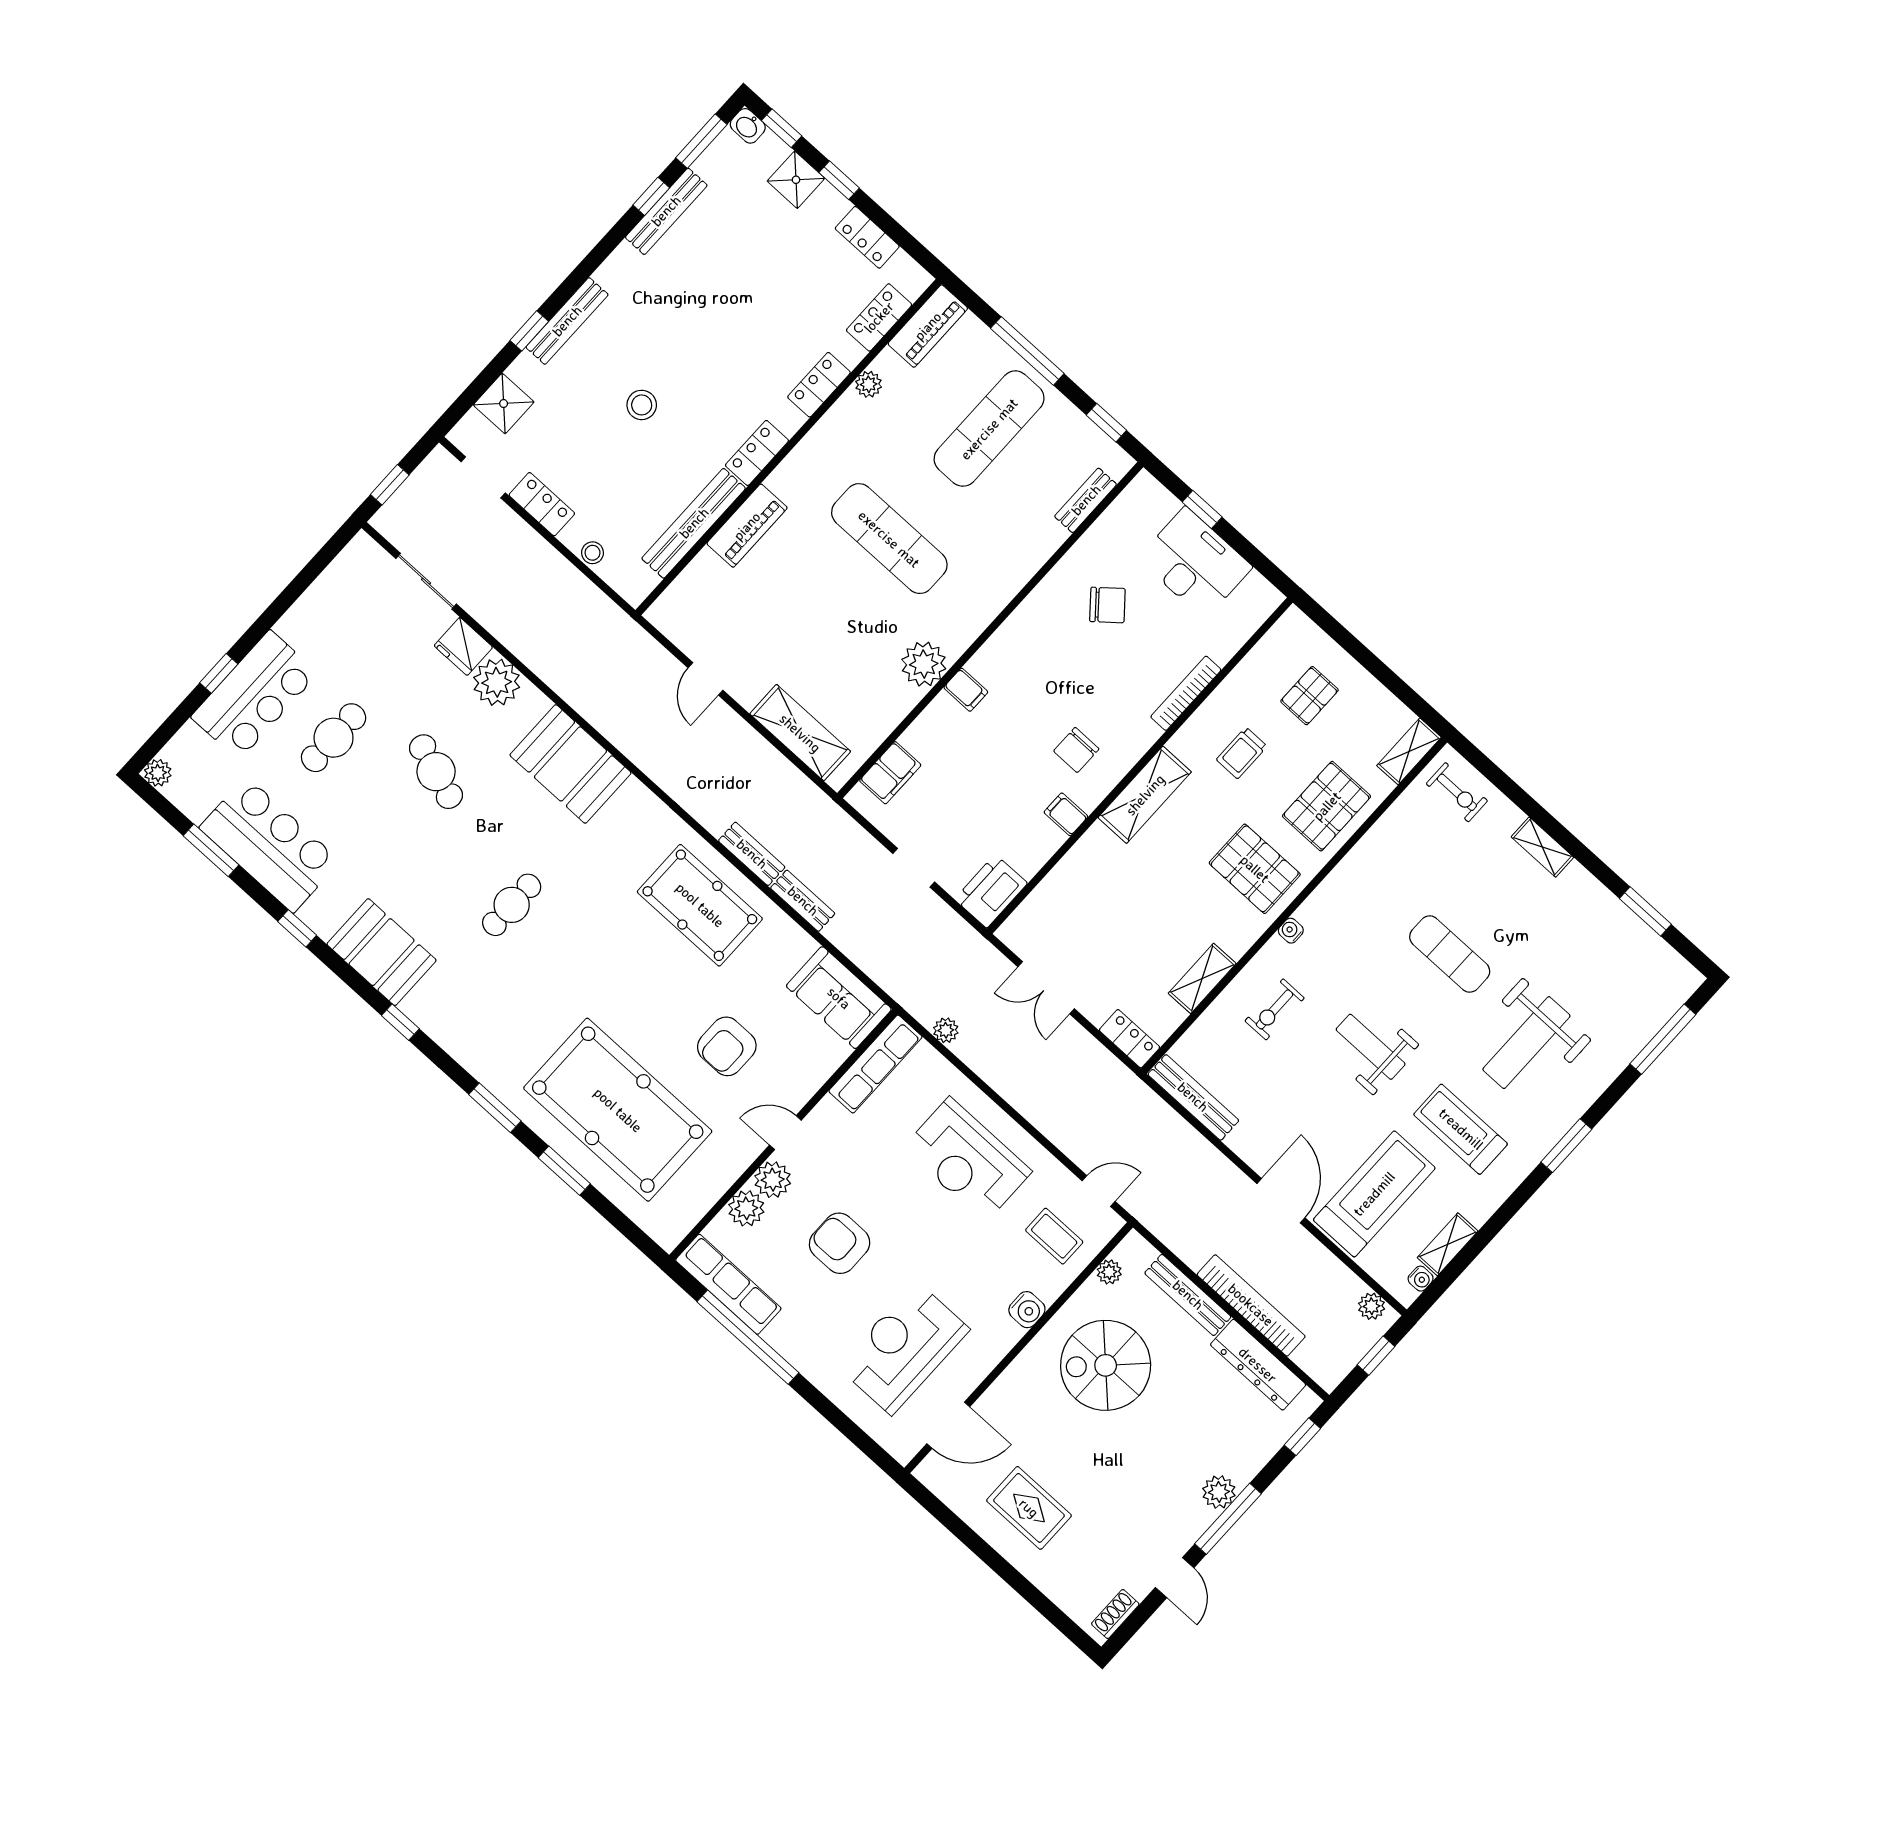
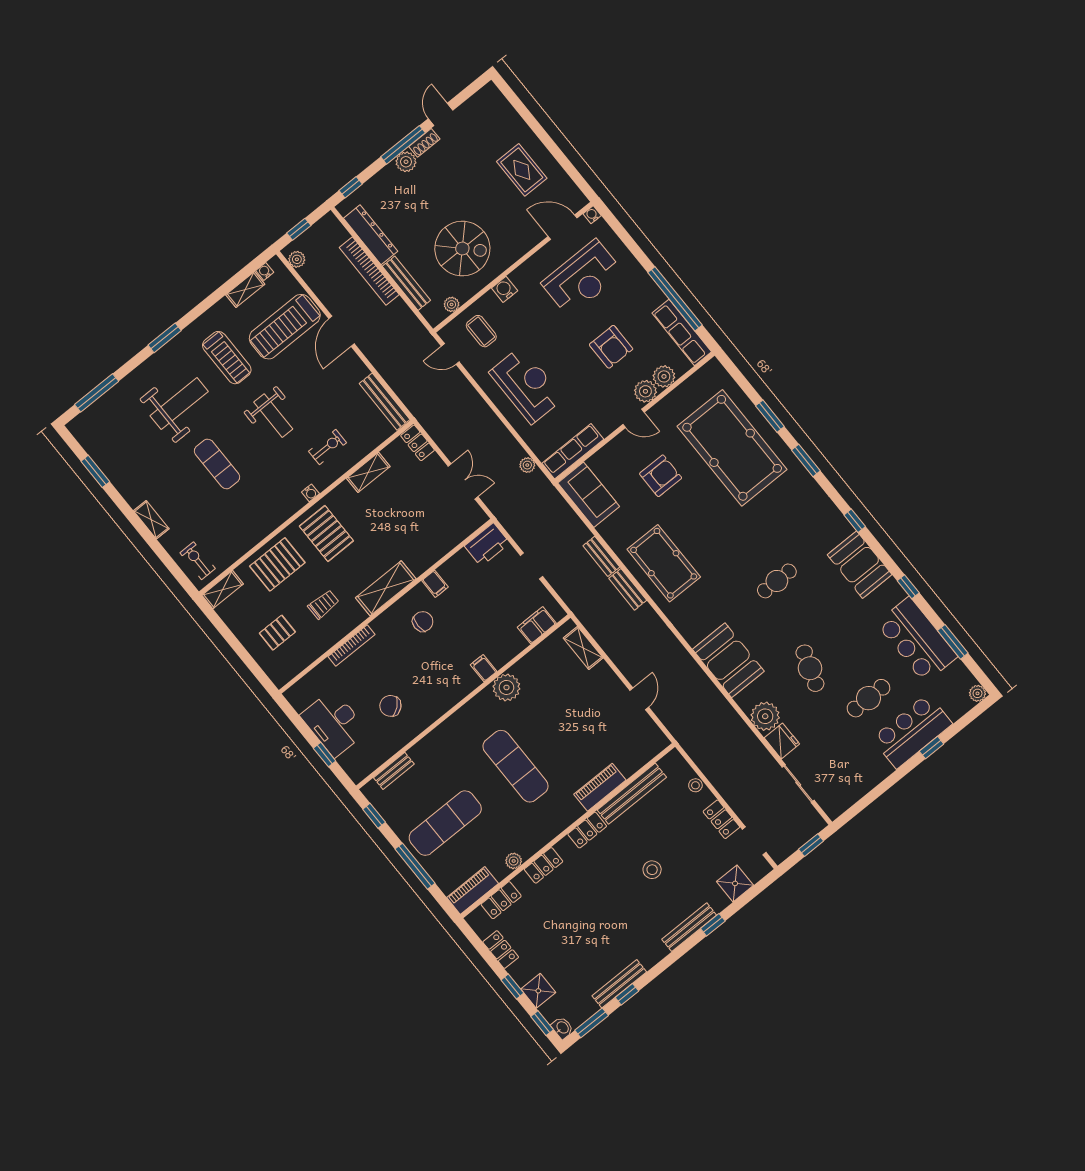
shelving: (800, 733) -> (583, 648), width x0.67, depth x0.75
water cooler: (903, 1453) -> (592, 215), added
shoe rack: (1115, 1614) -> (424, 143), moved

